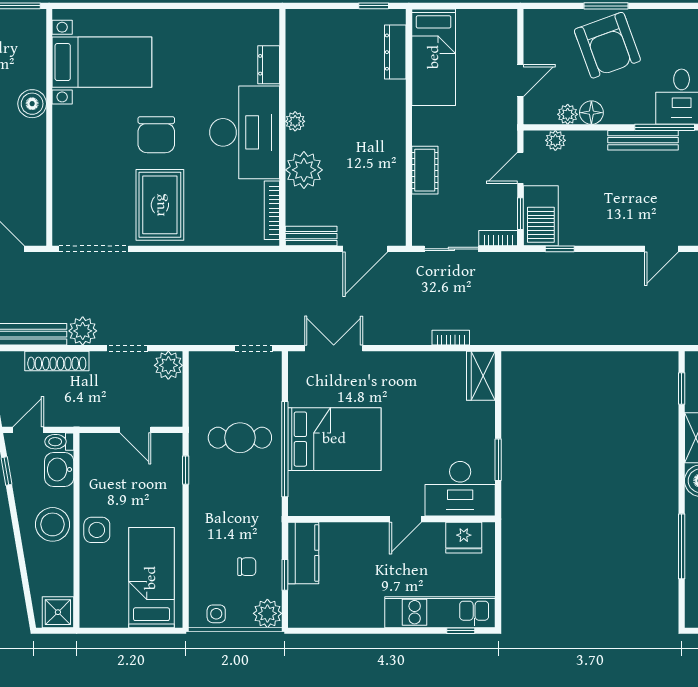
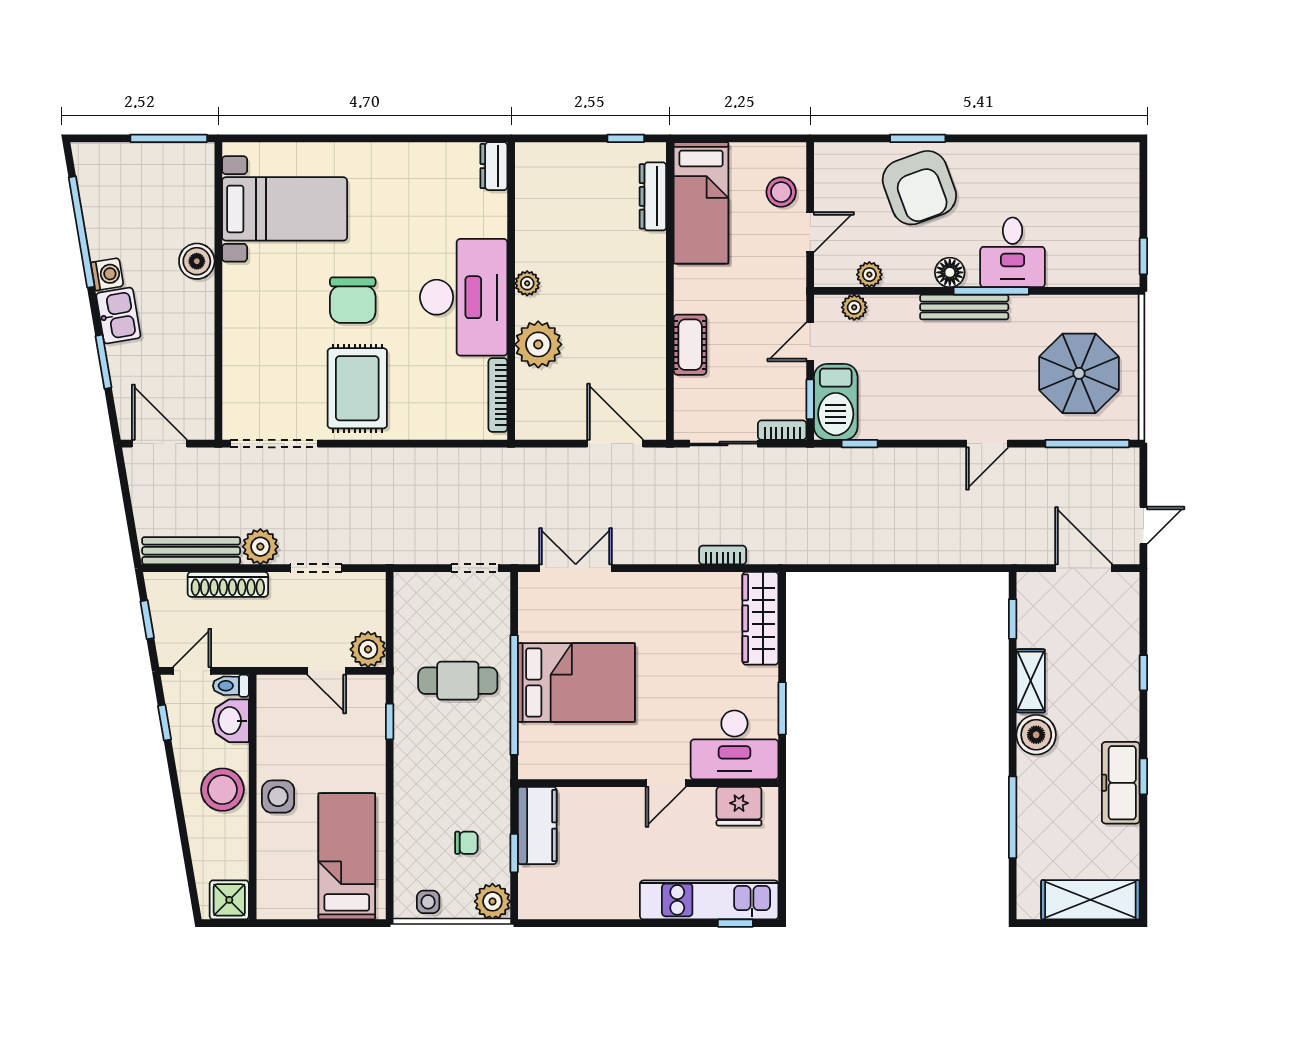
stool: (497, 49) -> (781, 192), added
dresser: (269, 65) -> (494, 166), moved
floor lamp: (591, 113) -> (950, 272), moved
bench: (311, 236) -> (547, 427), removed
door: (365, 249) -> (615, 444), swing flipped
plant: (168, 365) -> (368, 649), moved
wardrobe: (481, 376) -> (760, 618), width x1.50

